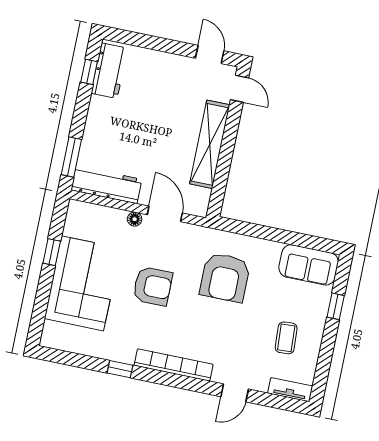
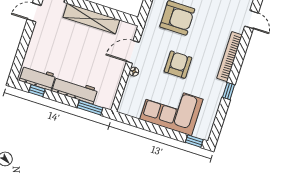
workbench: (106, 185) -> (75, 90), moved, turned 90
window: (52, 252) -> (194, 141), moved

